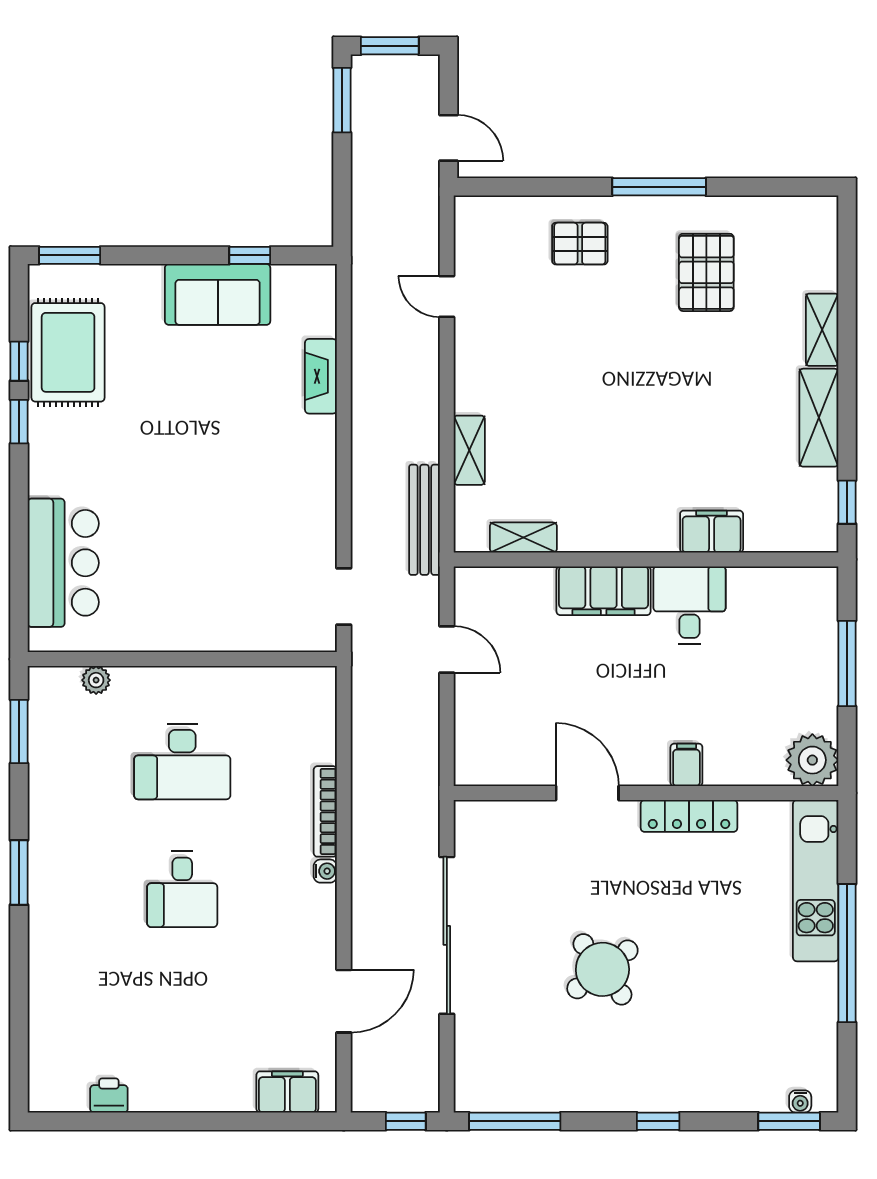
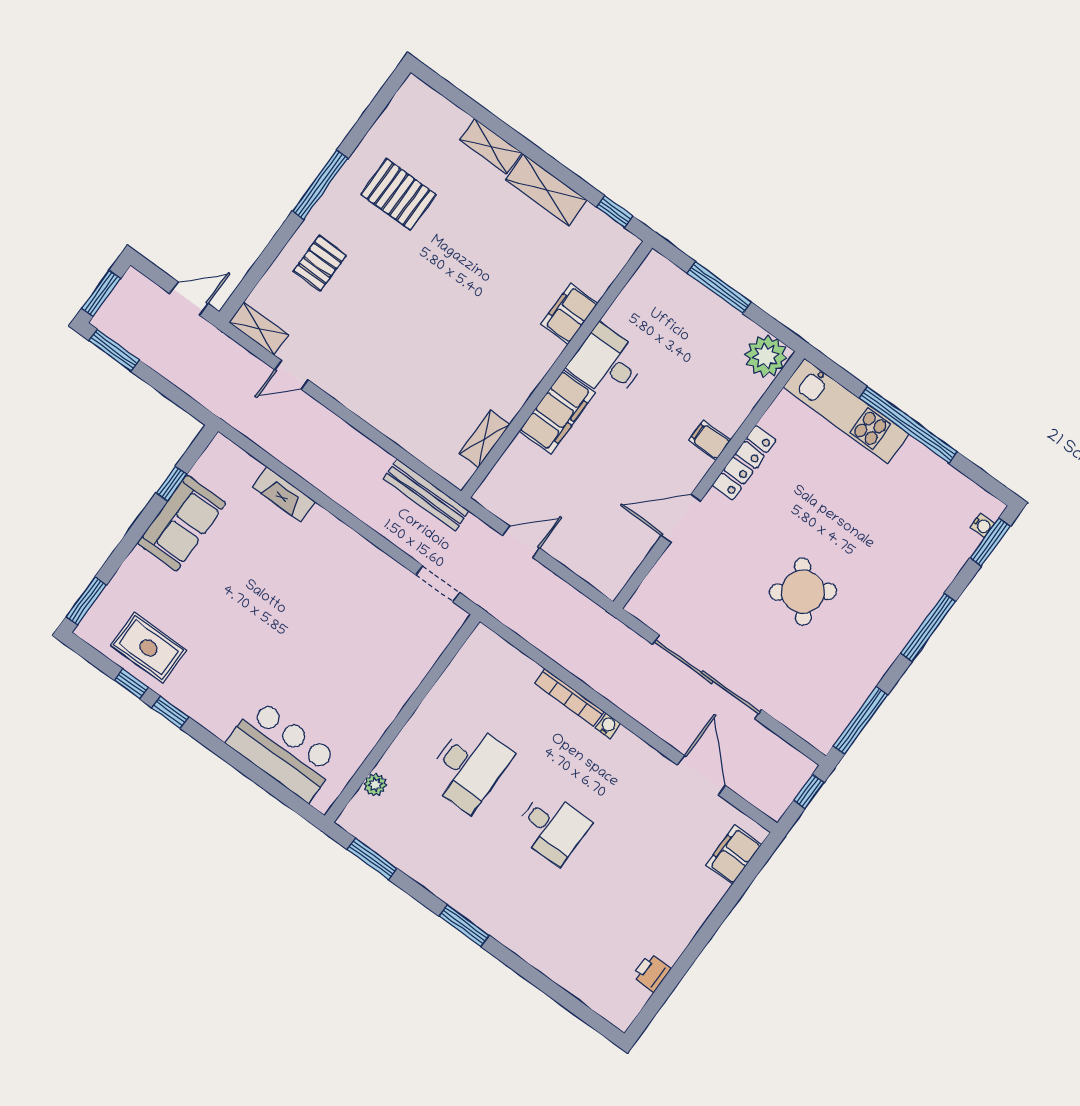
rug: (68, 352) -> (149, 648), width x0.73, depth x0.70
shelving: (469, 450) -> (259, 329), moved
window: (658, 1121) -> (928, 627), width x2.17

